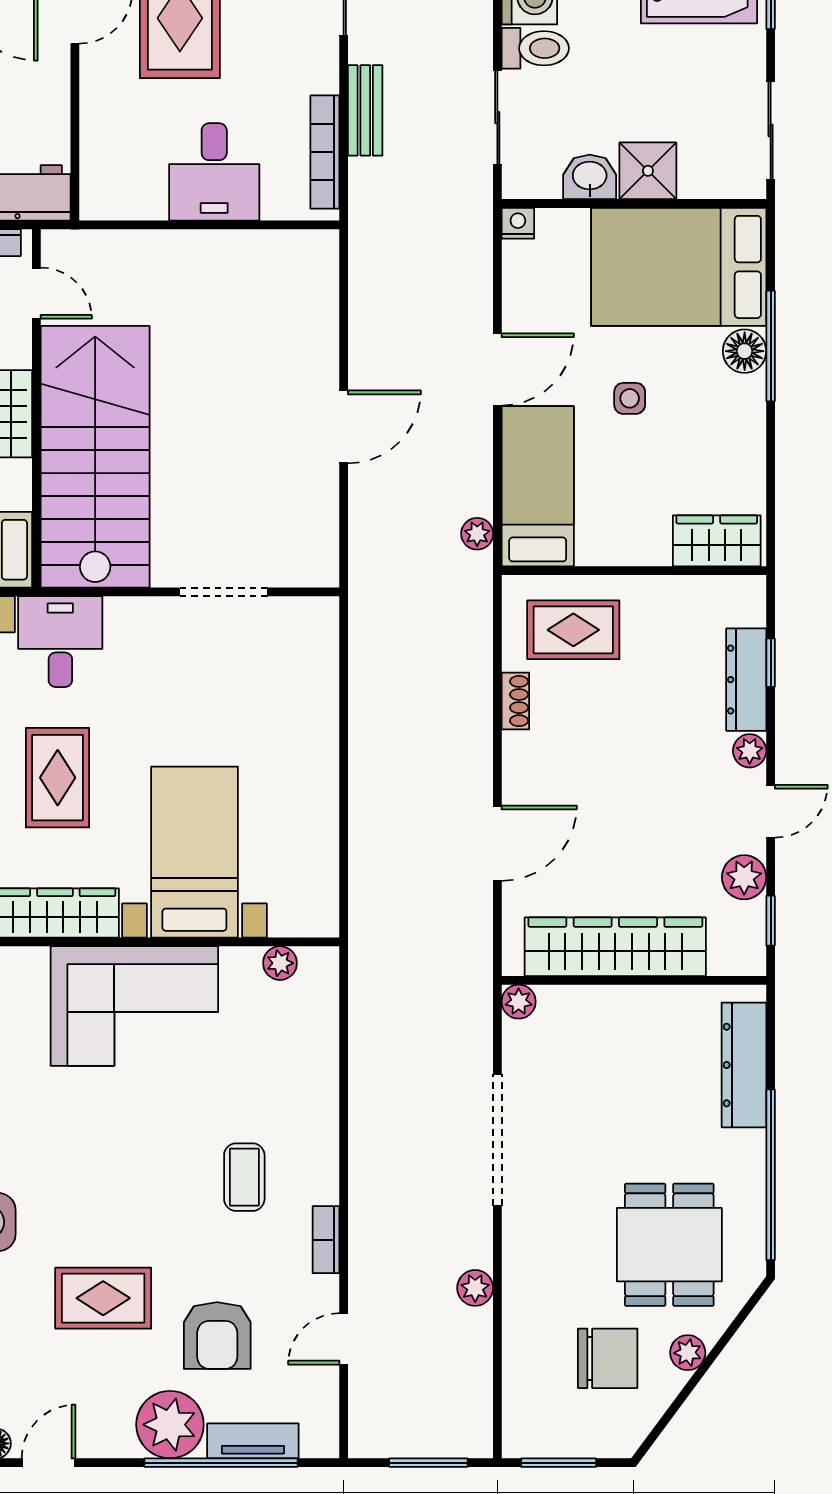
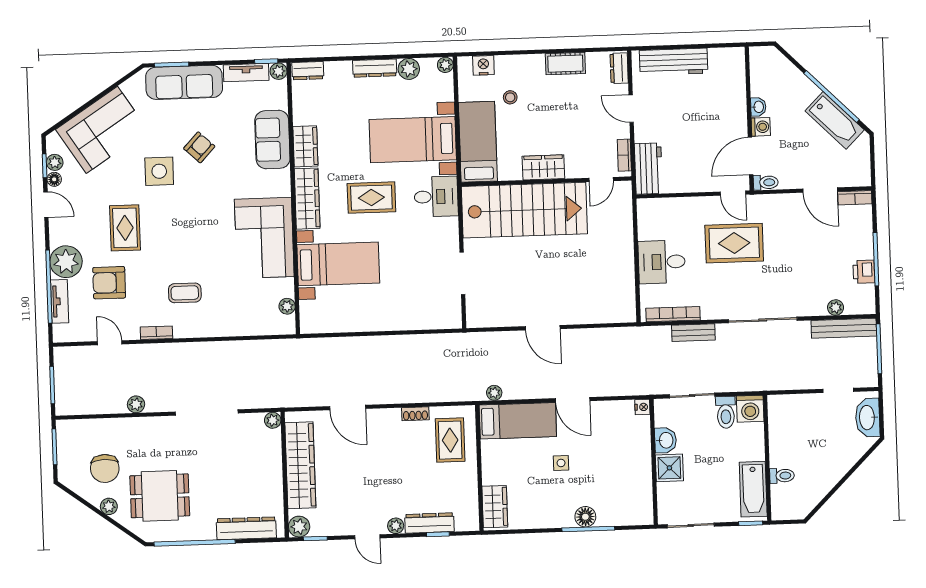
bed: (679, 267) -> (624, 484), removed
plant: (744, 877) -> (299, 527), moved

